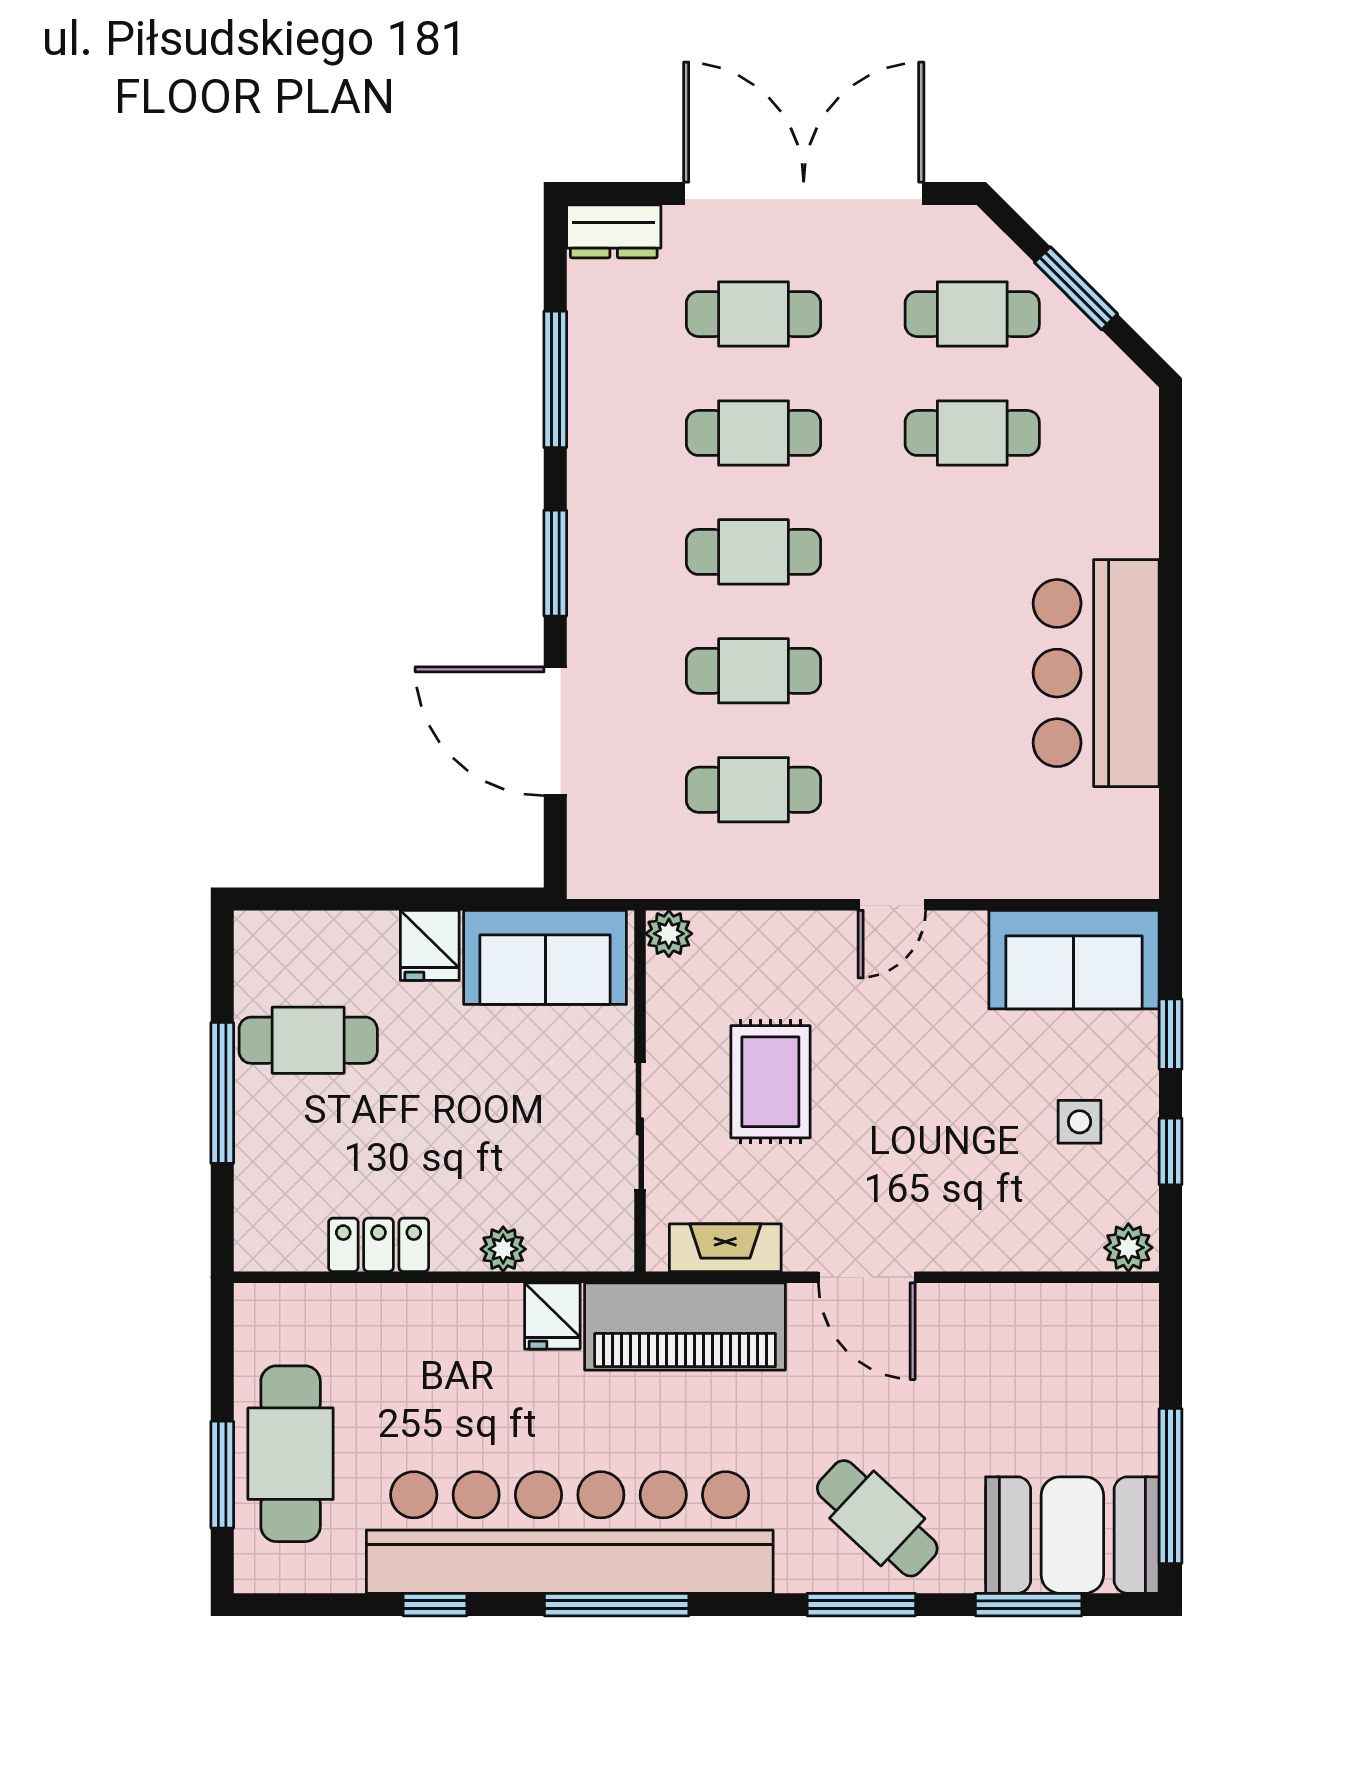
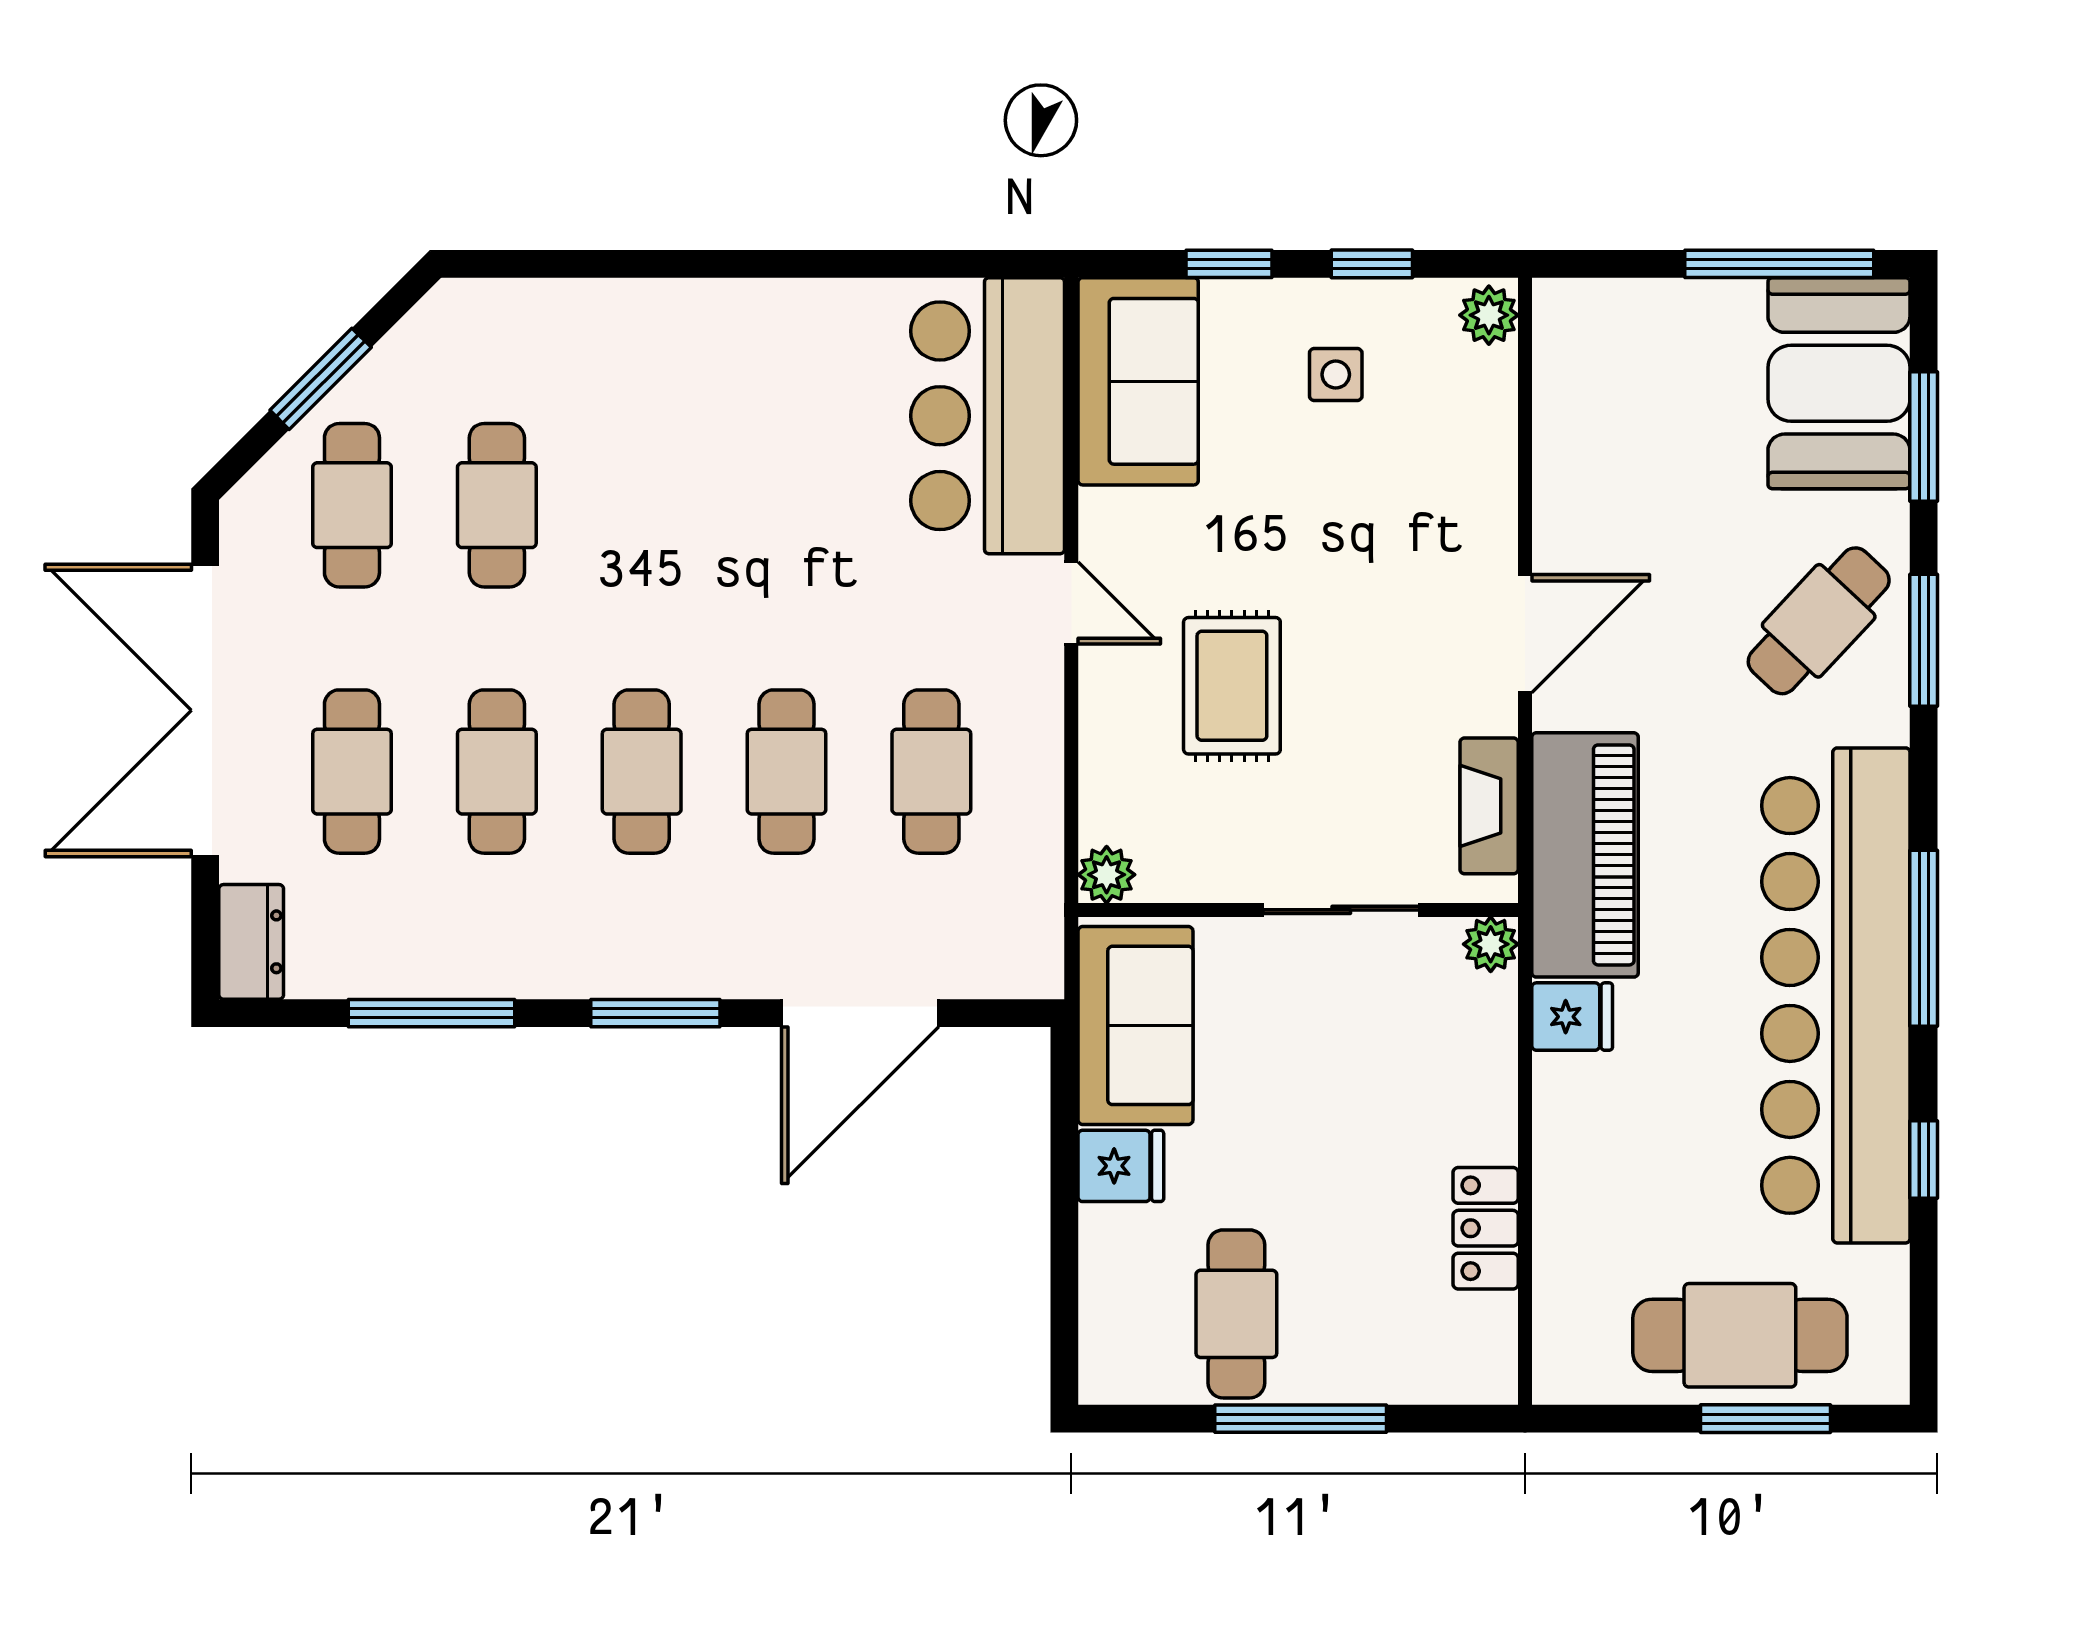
bar counter: (1096, 673) -> (988, 416), moved, turned 90
rug: (770, 1082) -> (1232, 686), moved, turned 90
plant: (503, 1249) -> (1491, 944), moved

